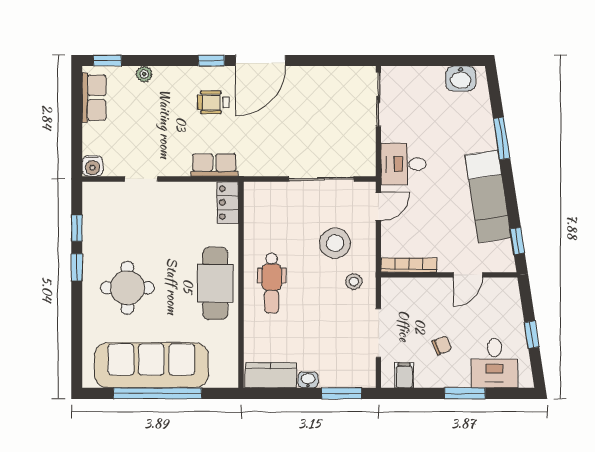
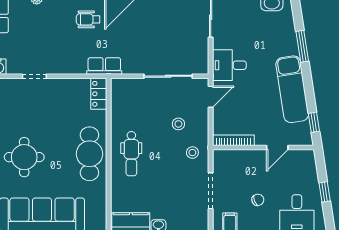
row of seats: (214, 165) -> (104, 66), moved
stool: (335, 243) -> (178, 124), width x0.53, depth x0.53

